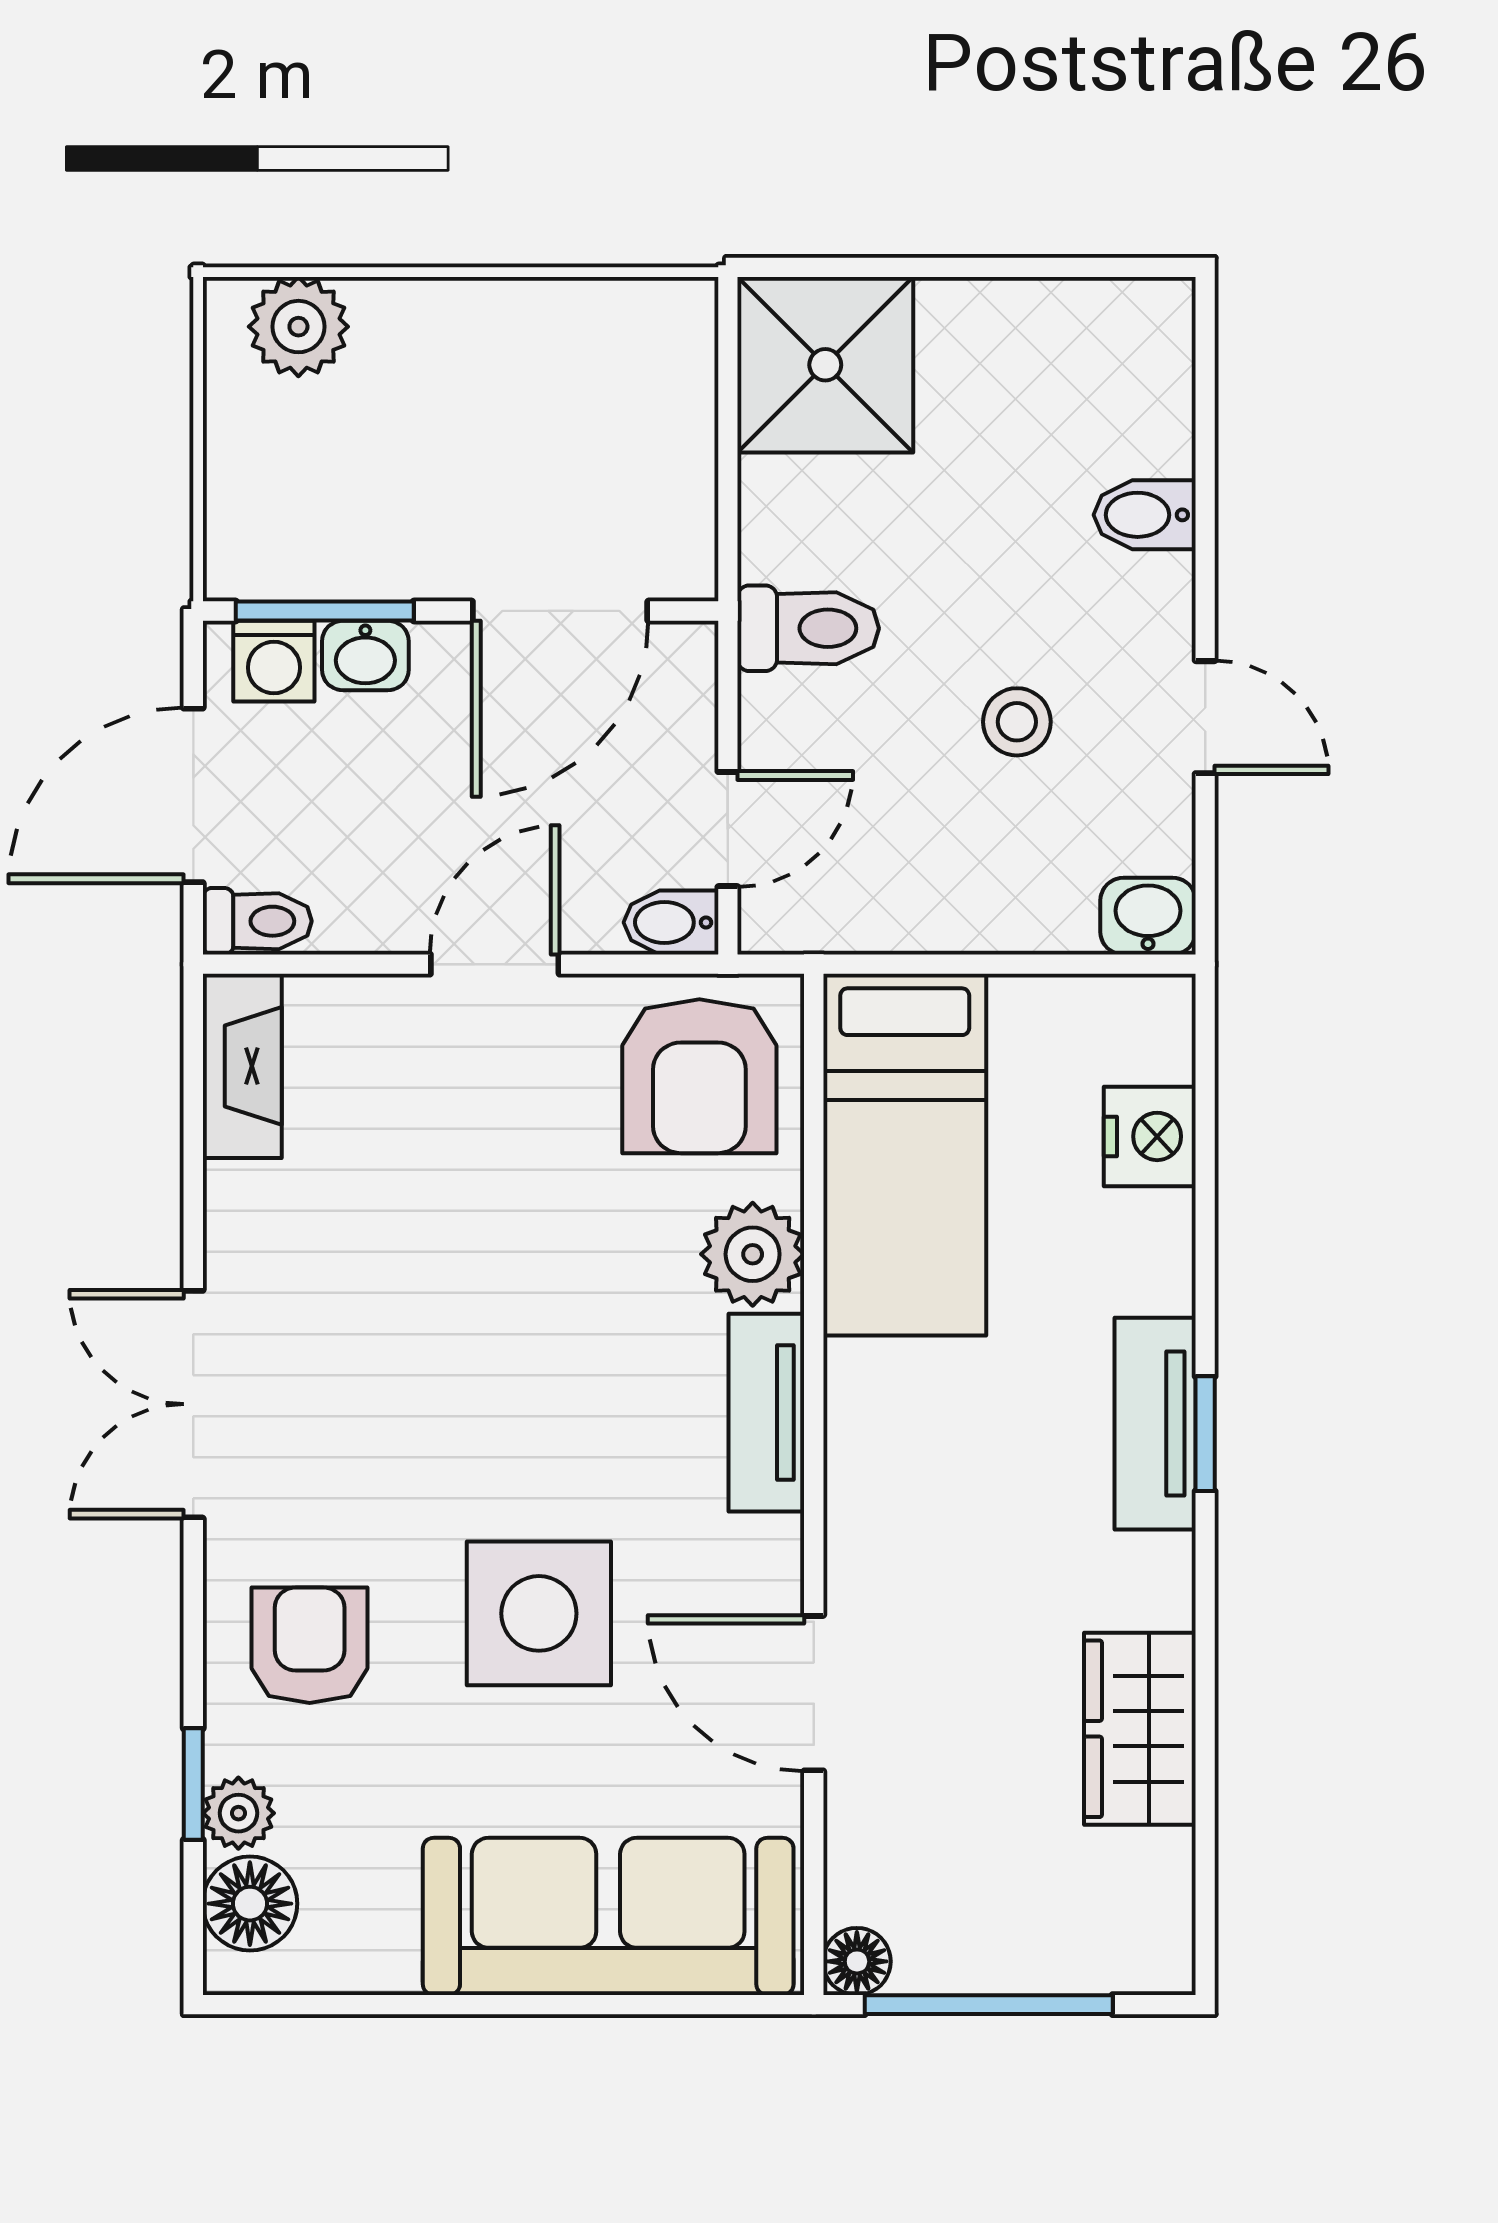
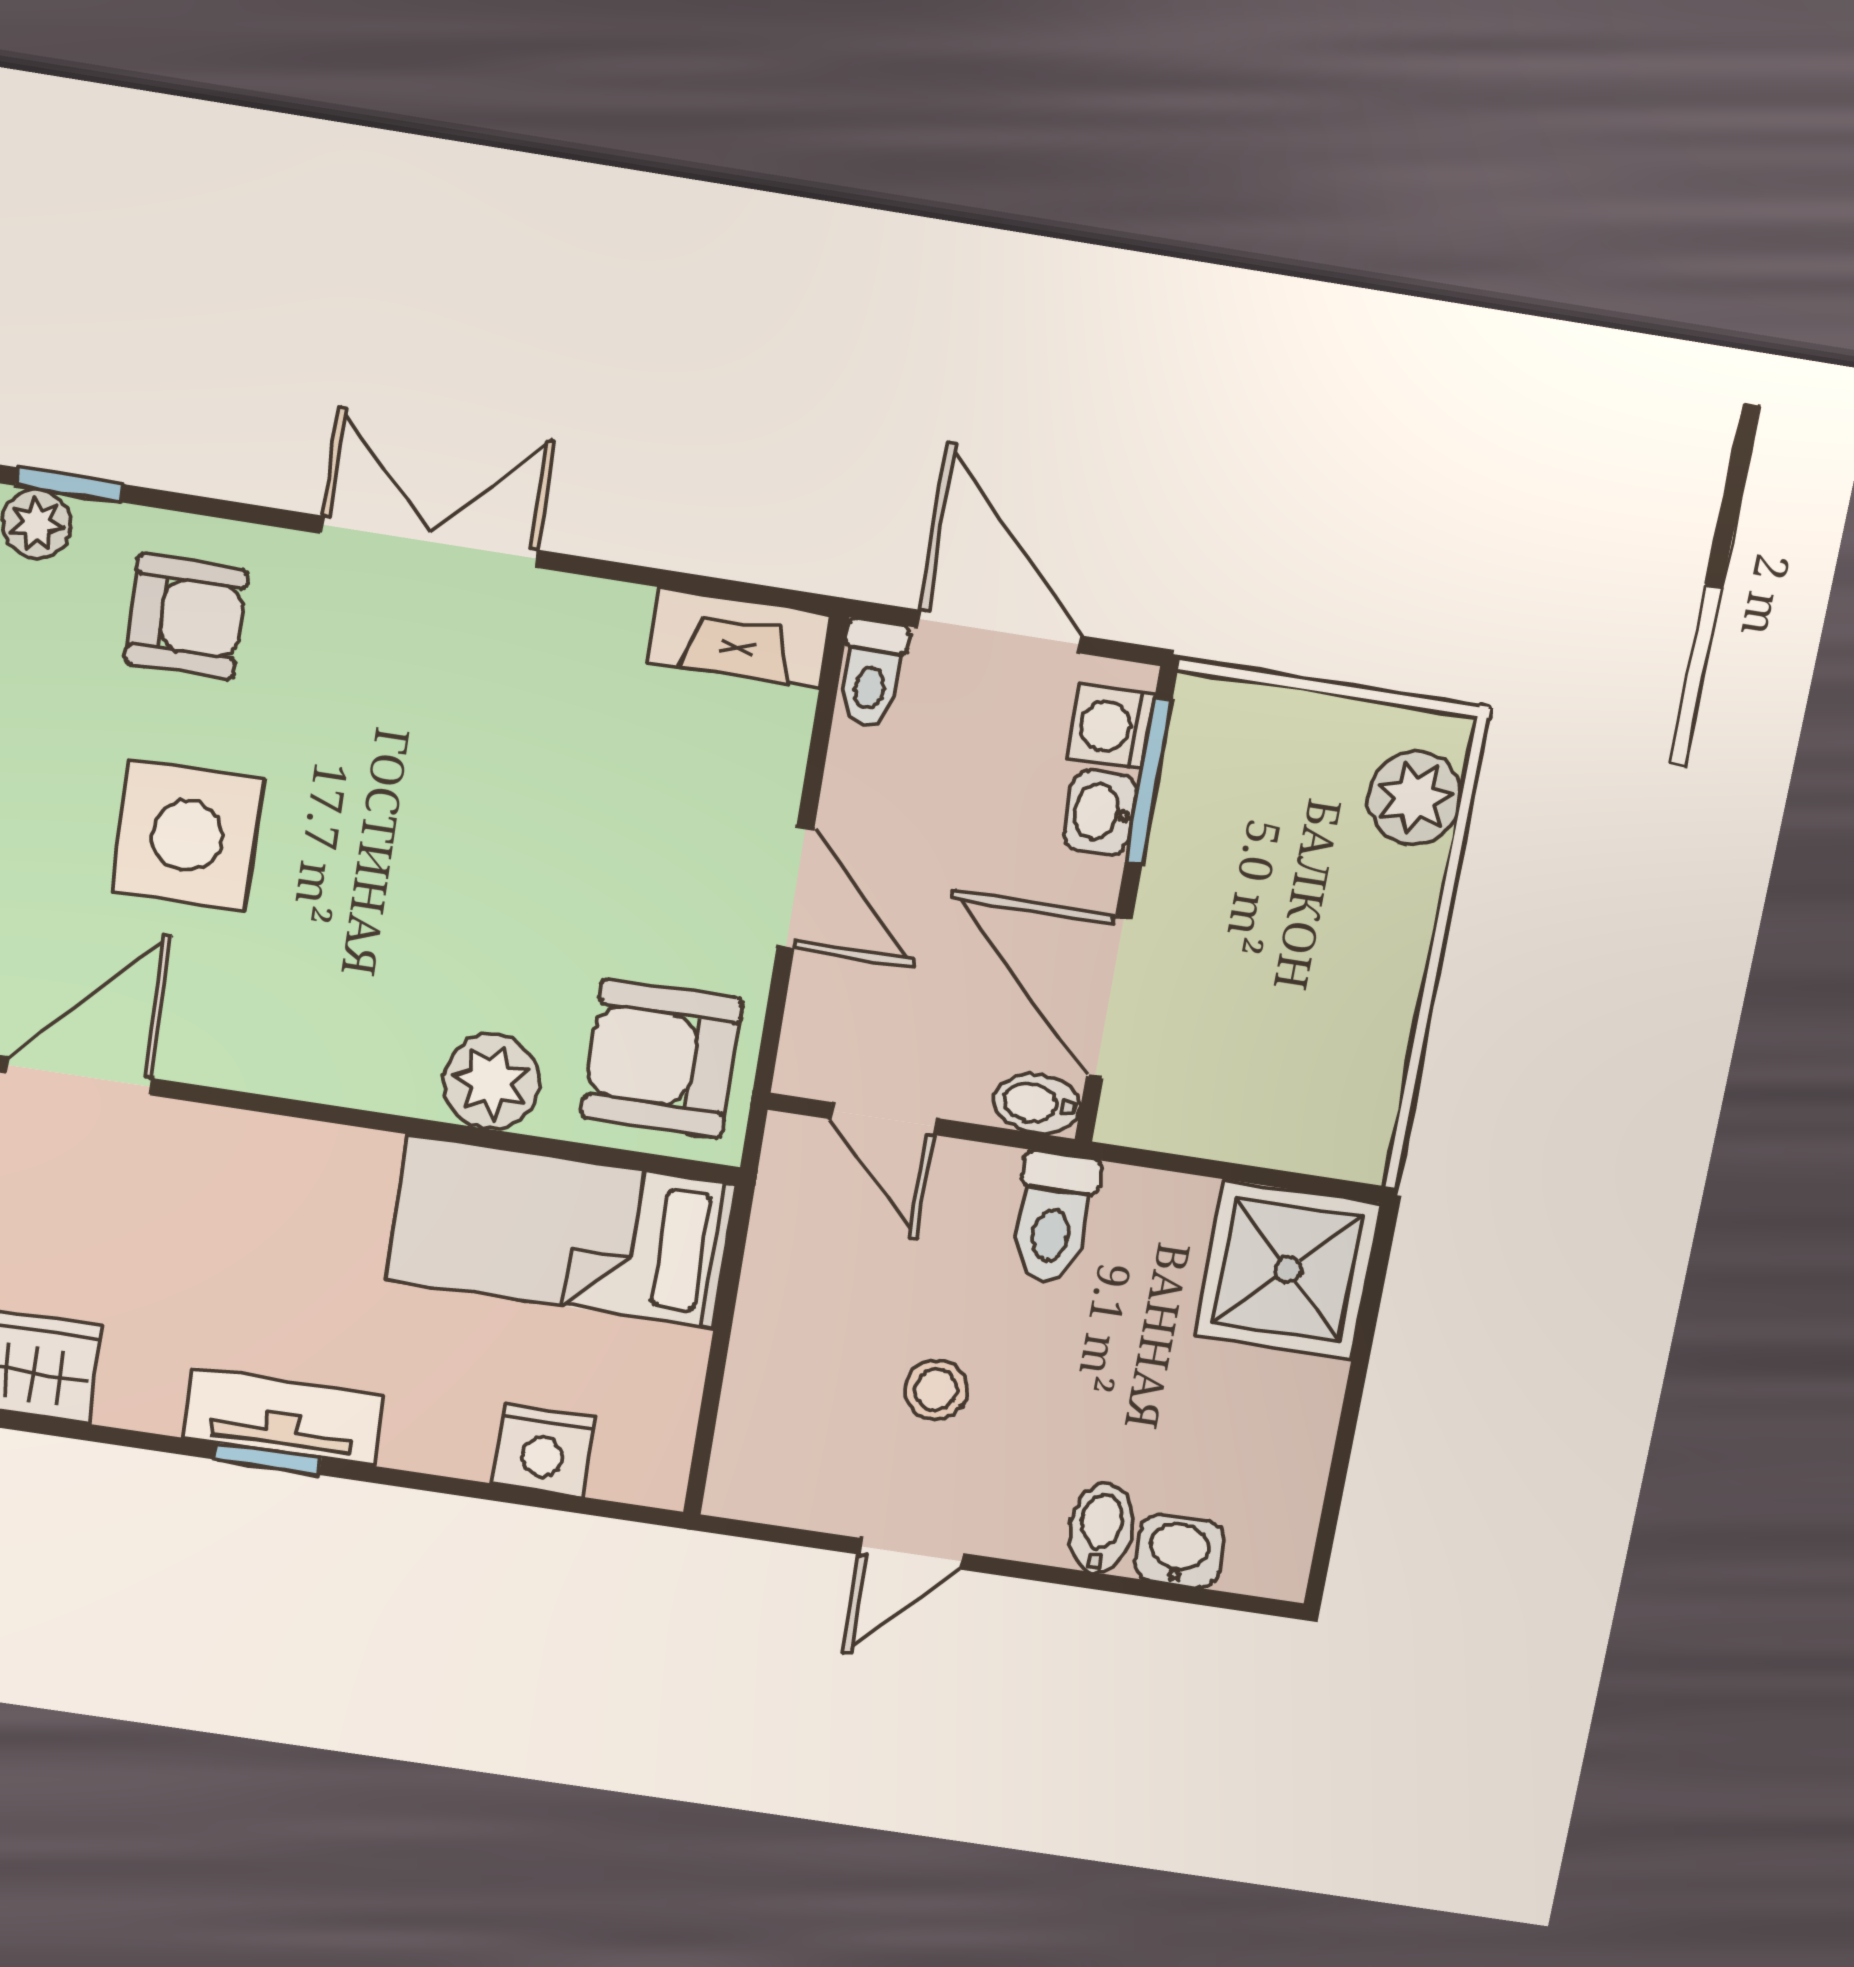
washbasin: (1148, 916) -> (1179, 1551), moved, turned -90
bidet: (671, 922) -> (1037, 1104), moved, turned -90
tv unit: (766, 1413) -> (344, 1072), removed

